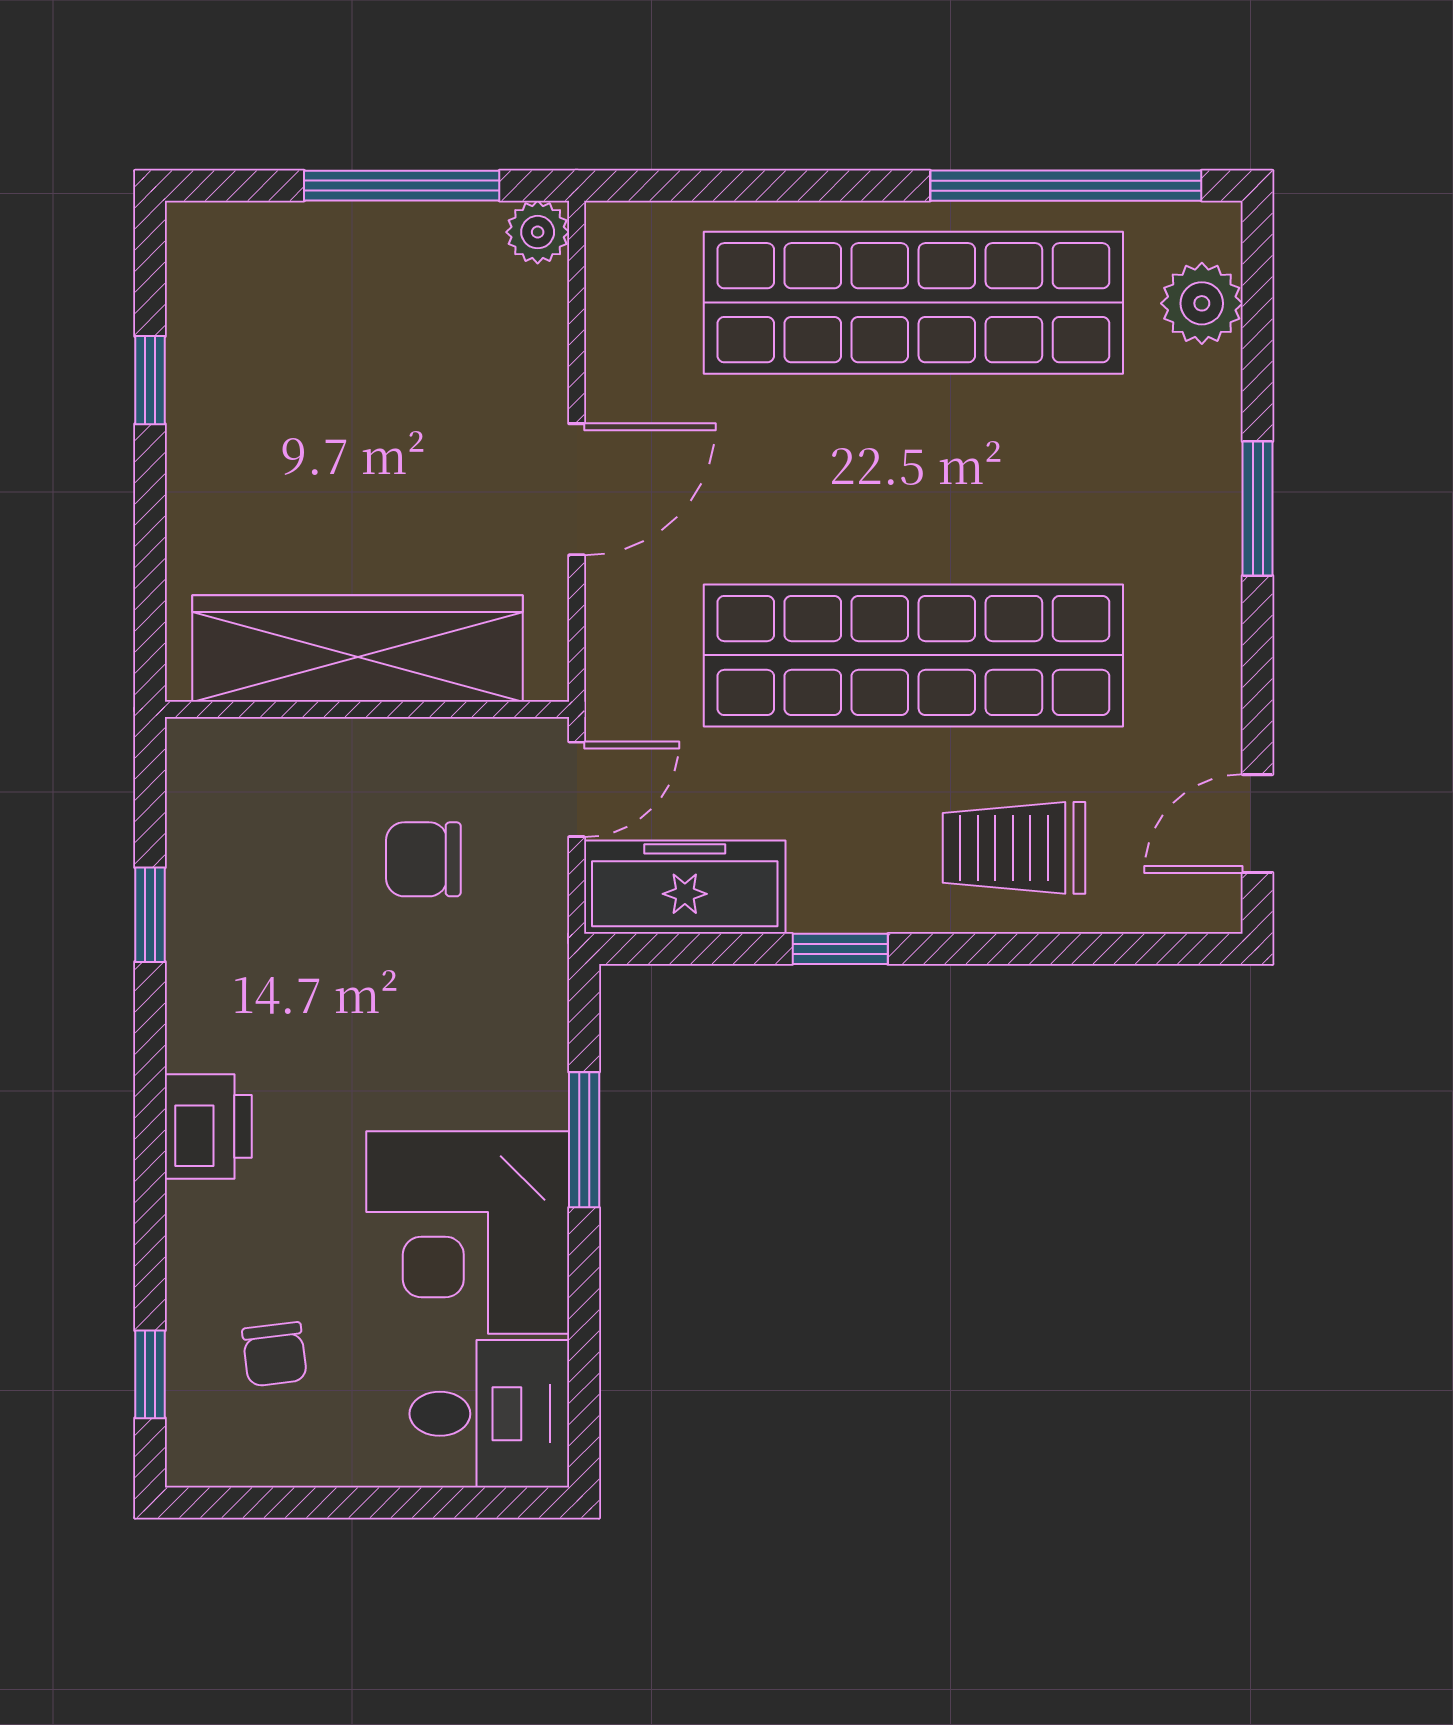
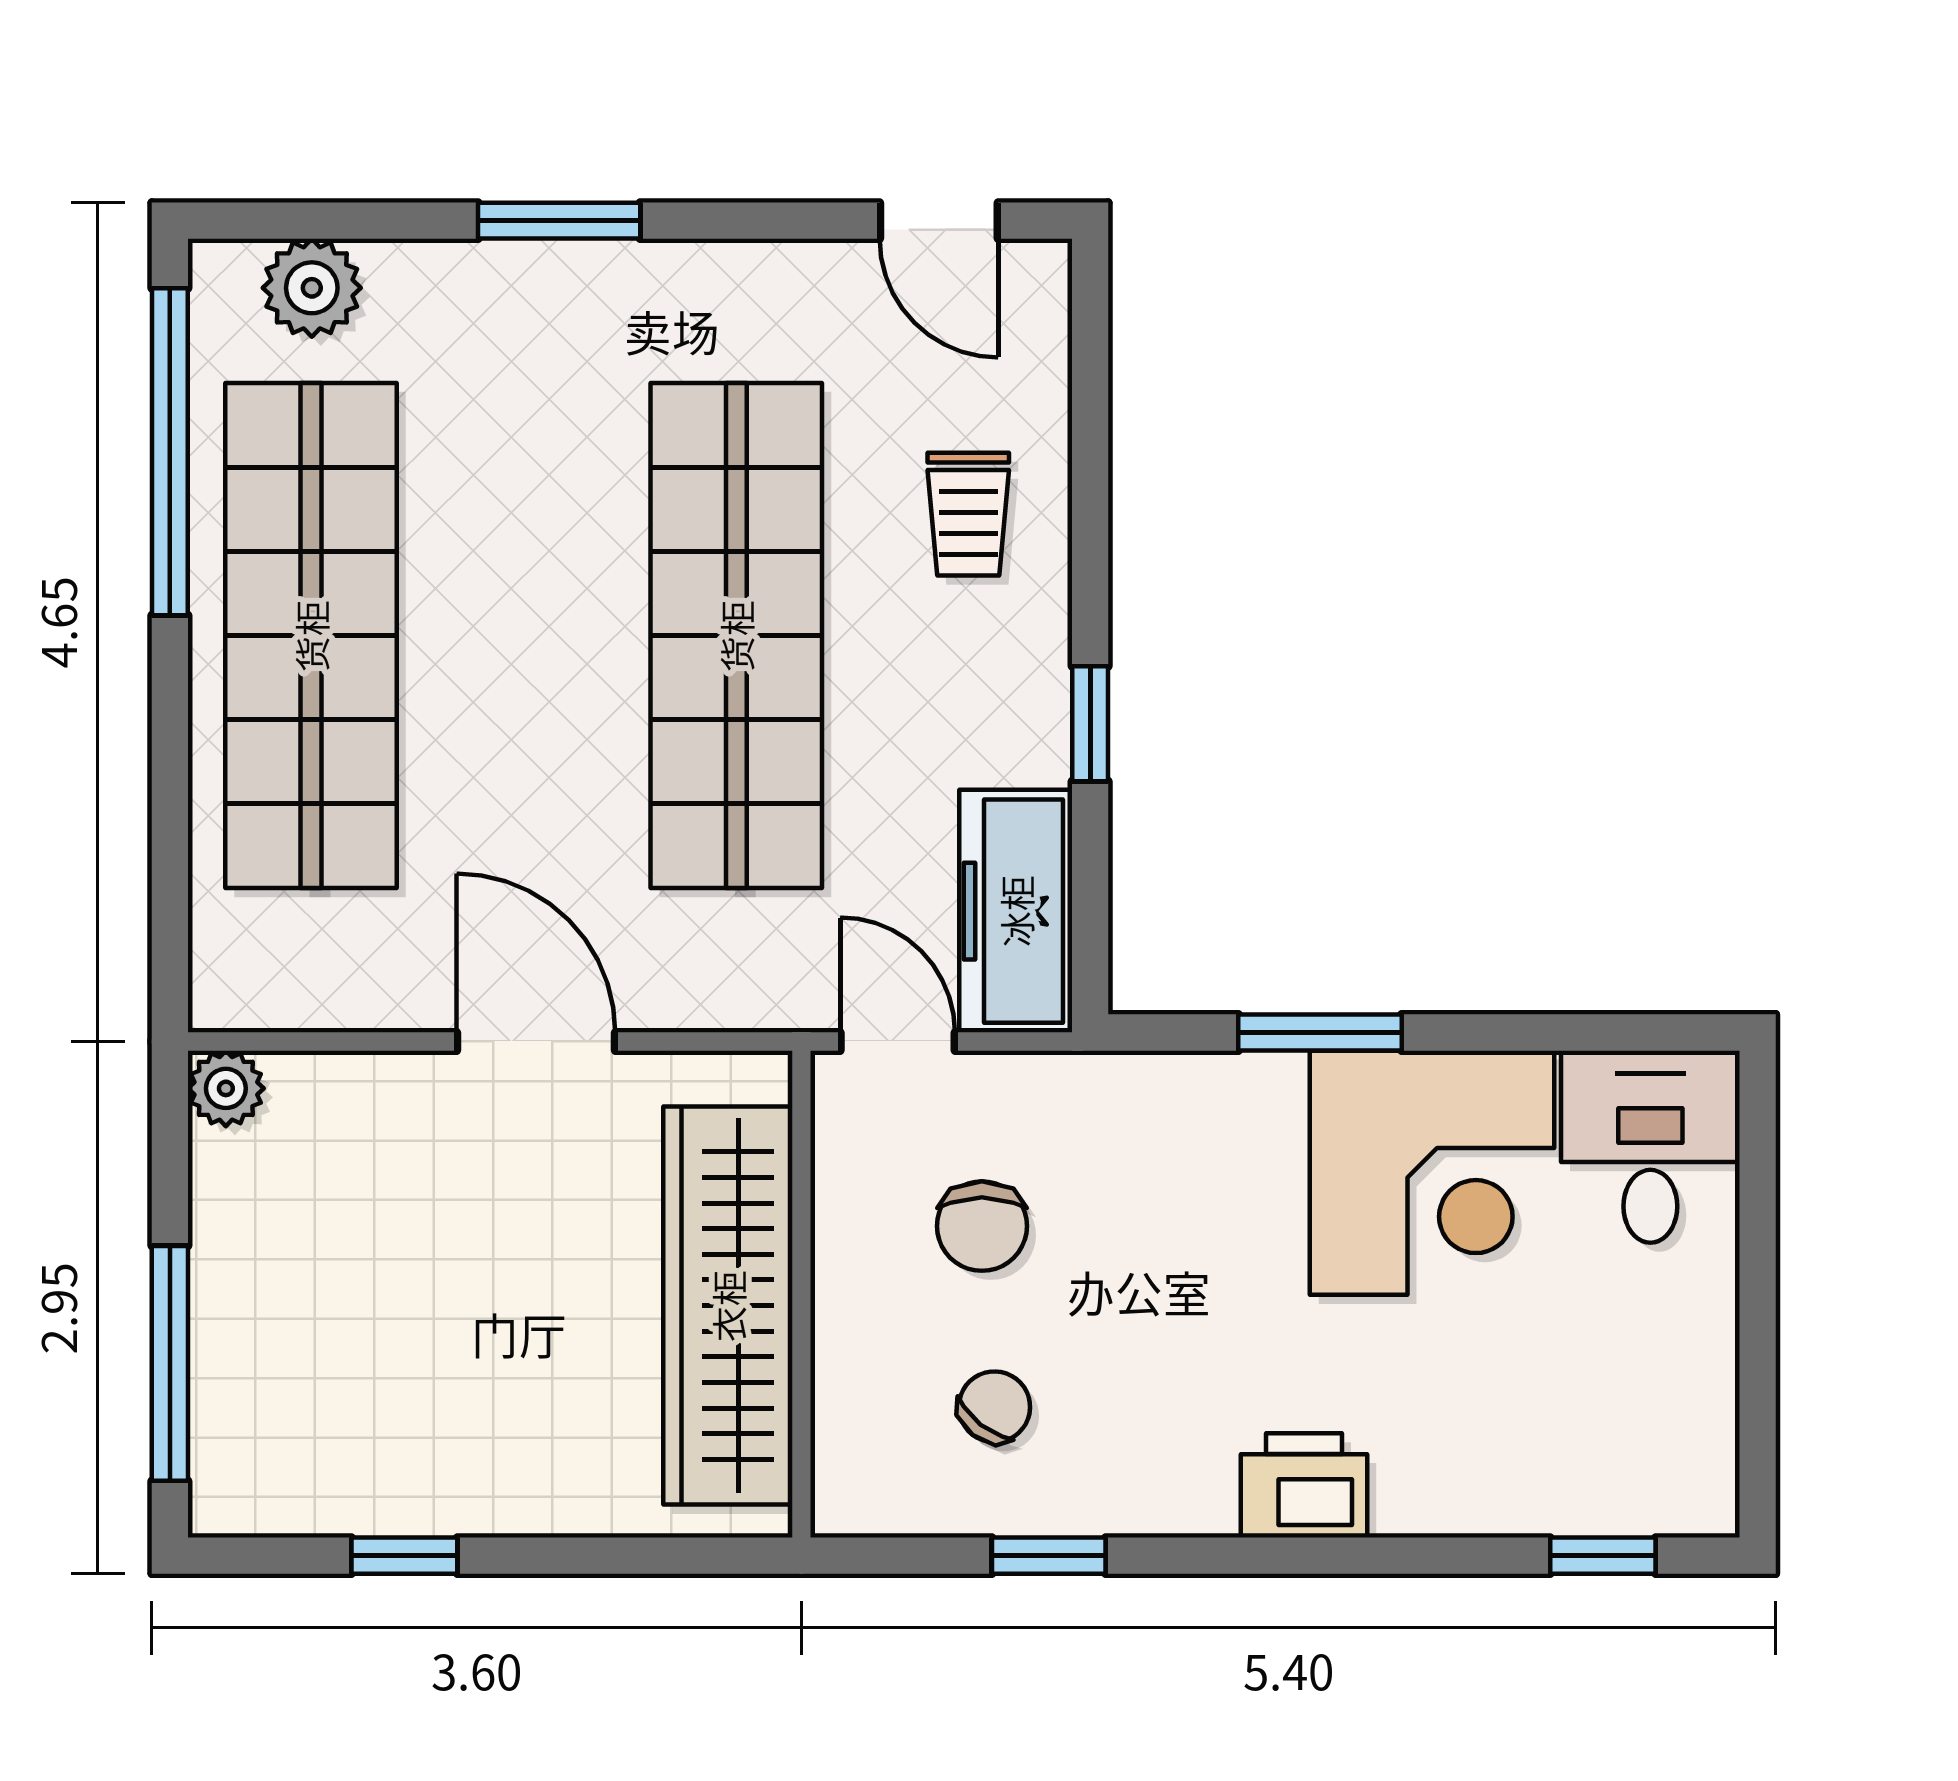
window: (402, 186) -> (170, 1363), moved
trolley: (1014, 848) -> (968, 514), width x0.73, depth x0.72
chair: (275, 1354) -> (994, 1407), moved, turned -45

